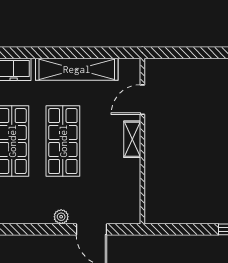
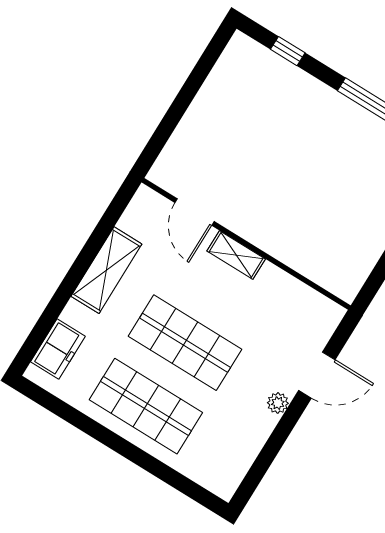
shelving: (77, 69) -> (106, 270), width x0.68

